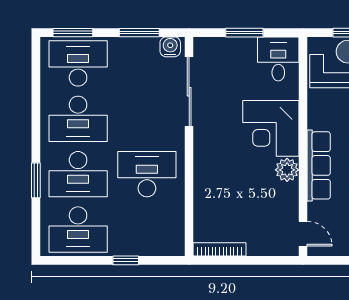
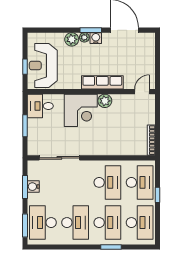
water cooler: (170, 47) -> (33, 187), moved
desk: (147, 174) -> (107, 182), turned 180
desk: (147, 230) -> (140, 182), added

